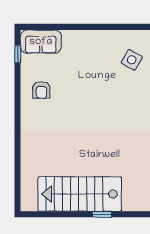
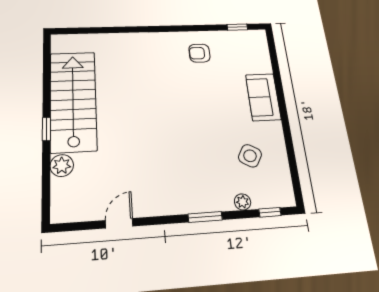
sofa: (41, 42) -> (263, 97), moved
plant: (131, 203) -> (62, 165), added

